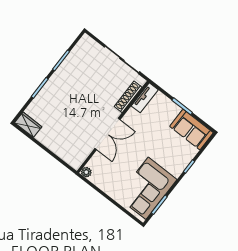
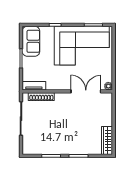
wardrobe: (28, 125) -> (107, 141), width x1.50
double door: (107, 134) -> (86, 91), moved
corner sofa: (147, 188) -> (82, 46), width x1.36, depth x1.36

